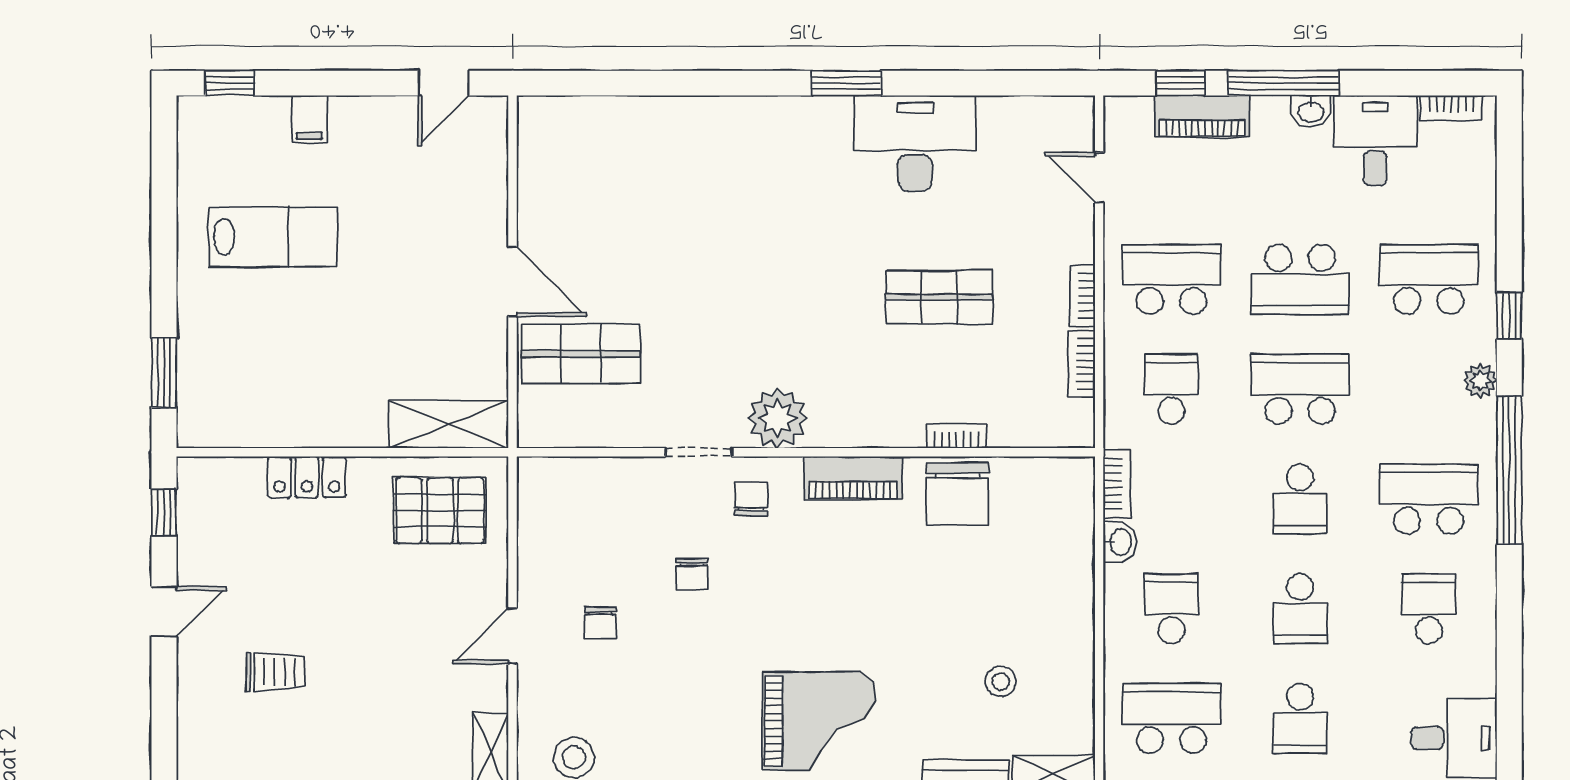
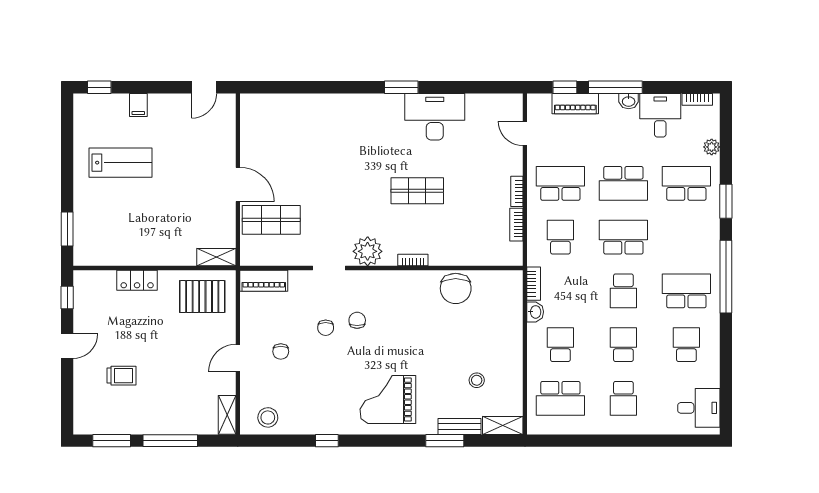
shop shelf: (939, 297) -> (417, 191), moved
window: (1509, 316) -> (726, 201), width x1.50
plant: (1480, 381) -> (712, 147), moved
shelving: (449, 424) -> (216, 257), width x0.67, depth x0.75
bookcase: (956, 436) -> (413, 260), moved
piano: (853, 478) -> (264, 281), moved
chair: (751, 499) -> (357, 320), moved
school desk: (1300, 609) -> (623, 345), turned 180
school desk: (1171, 718) -> (560, 398), turned 180
grand piano: (819, 721) -> (388, 400), turned 180

